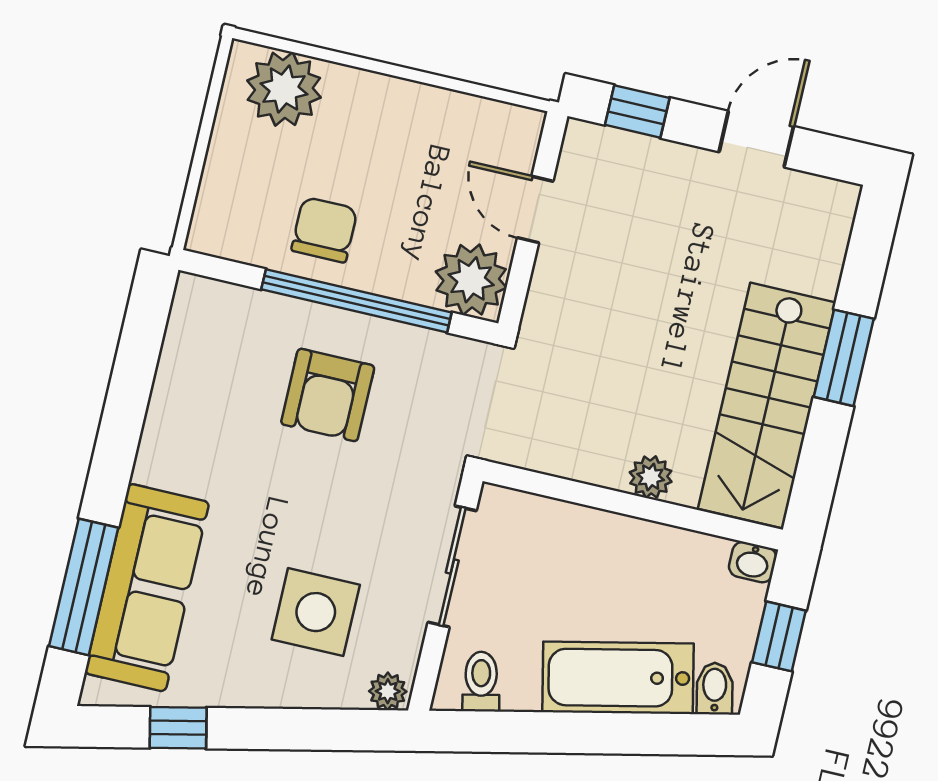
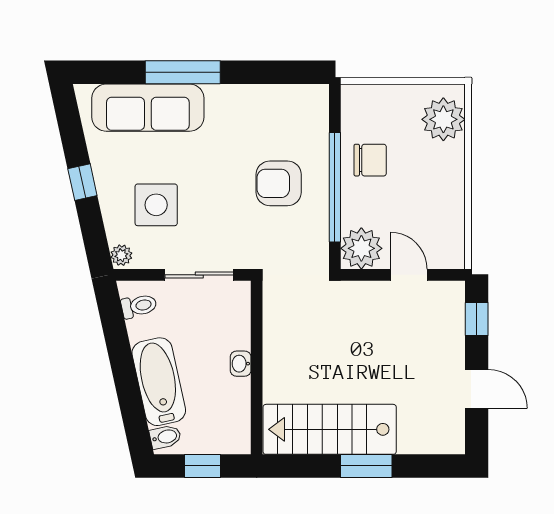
door: (535, 209) -> (409, 275), hinge flipped
plant: (651, 477) -> (275, 374), removed
washbasin: (753, 562) -> (241, 364), moved
window: (84, 587) -> (183, 72), moved
window: (178, 728) -> (82, 182), moved

